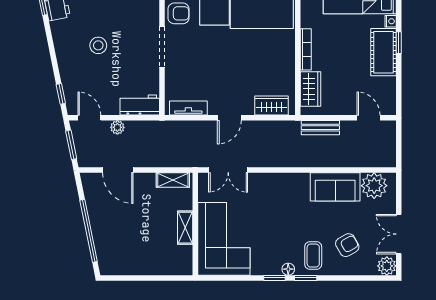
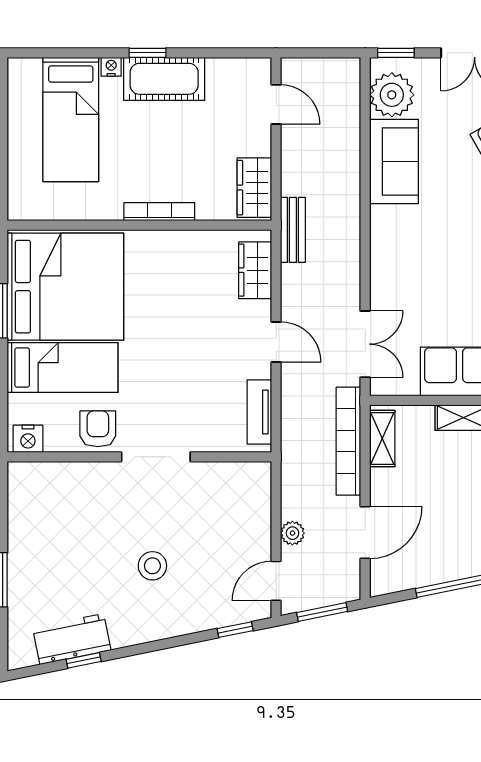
wardrobe: (311, 89) -> (254, 188), moved, turned -90
workbench: (140, 105) -> (254, 495), removed
door: (369, 118) -> (276, 104), swing flipped
bench: (320, 128) -> (293, 230), moved
bookcase: (171, 160) -> (348, 441), added
window: (399, 188) -> (396, 53), added

